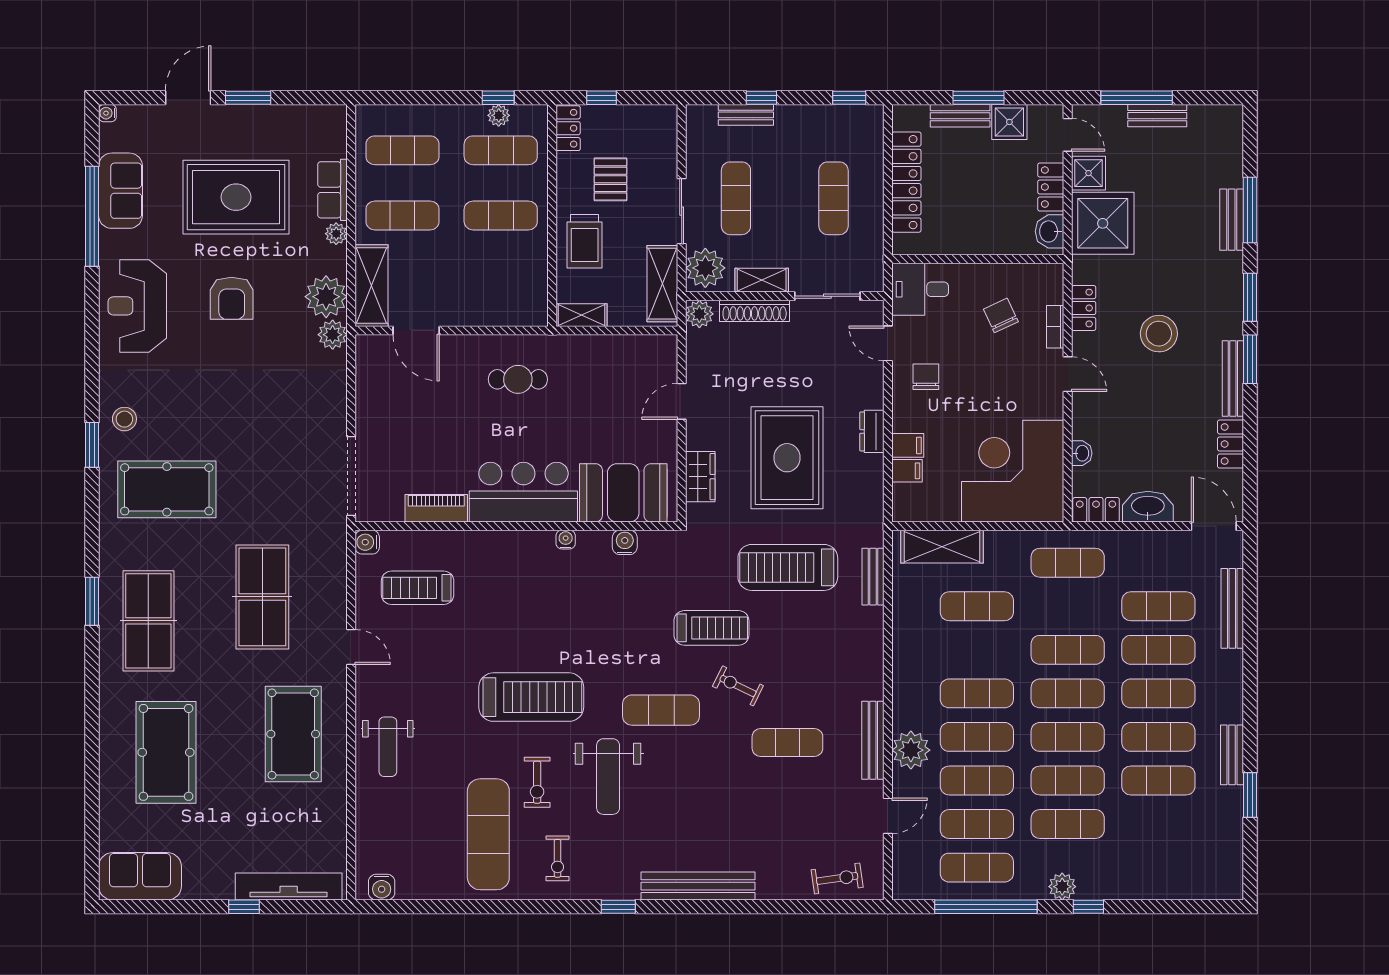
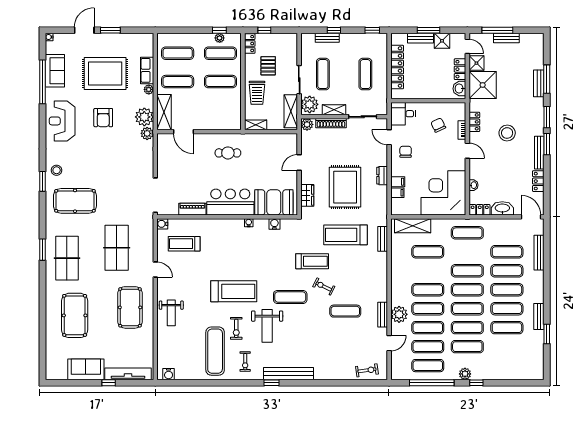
bench: (873, 740) -> (383, 315), width x0.73
sofa: (140, 876) -> (86, 369), moved
bench: (698, 886) -> (289, 374), moved

